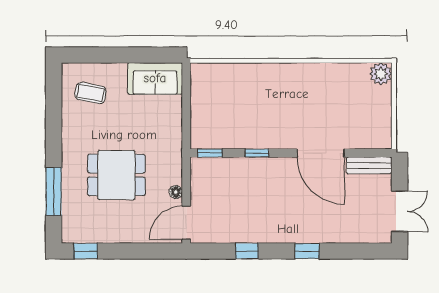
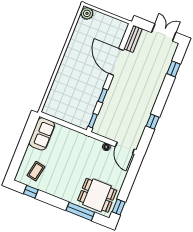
window: (54, 98) -> (31, 192), added
door: (321, 153) -> (116, 62), swing flipped
dining table: (116, 175) -> (97, 195), moved, turned 90
window: (307, 251) -> (174, 69), moved

